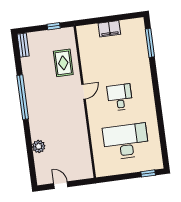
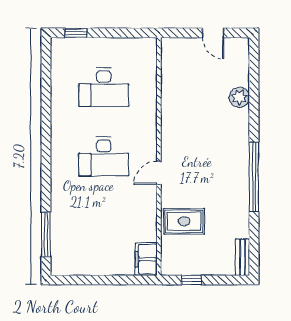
filing cabinet: (109, 29) -> (146, 259), moved, turned -90
rug: (63, 63) -> (184, 221), turned 90
desk: (120, 97) -> (104, 156), width x1.37
desk: (126, 141) -> (104, 87), width x0.73, depth x0.77

